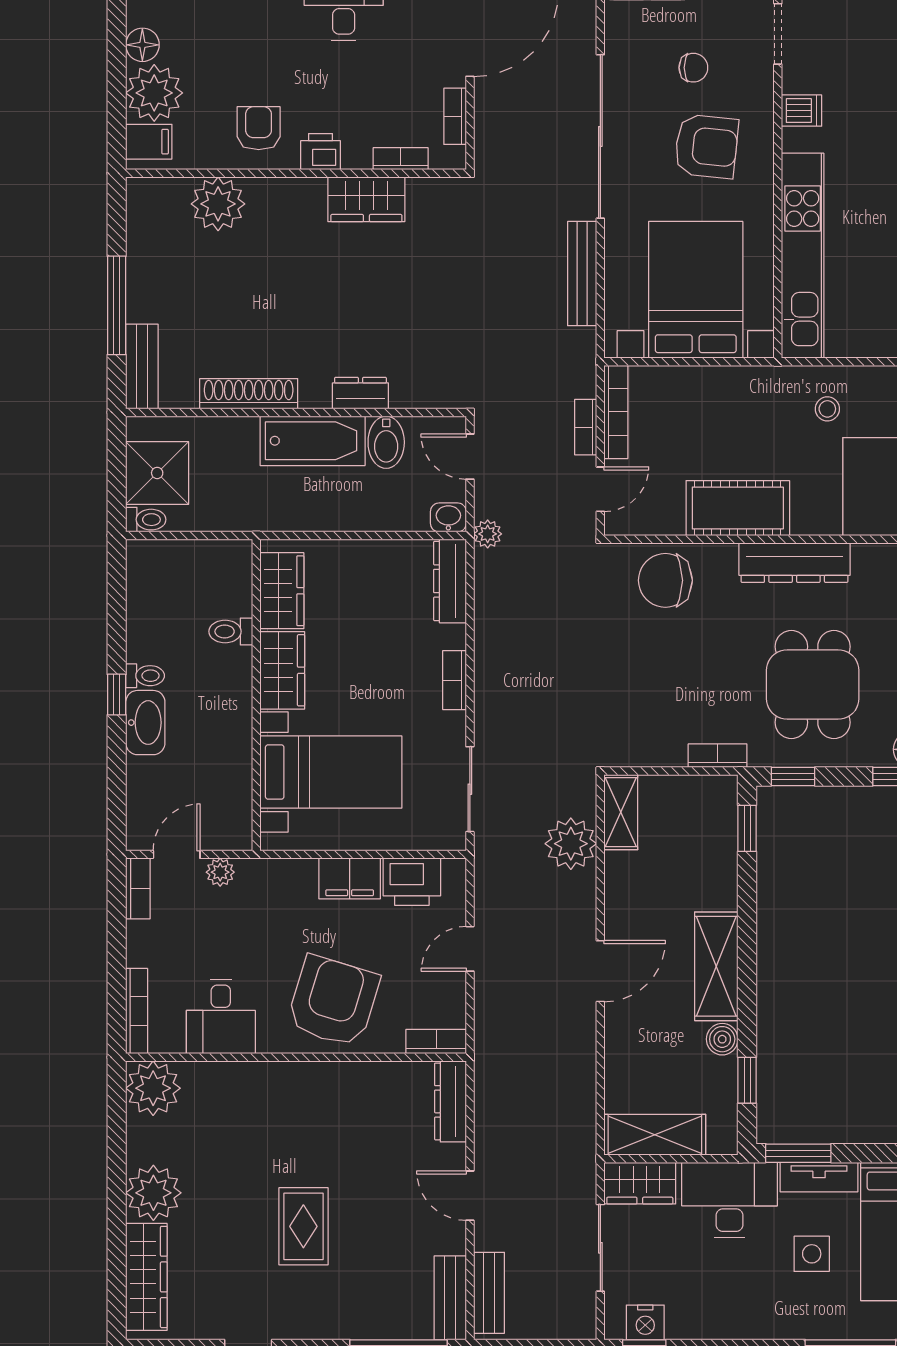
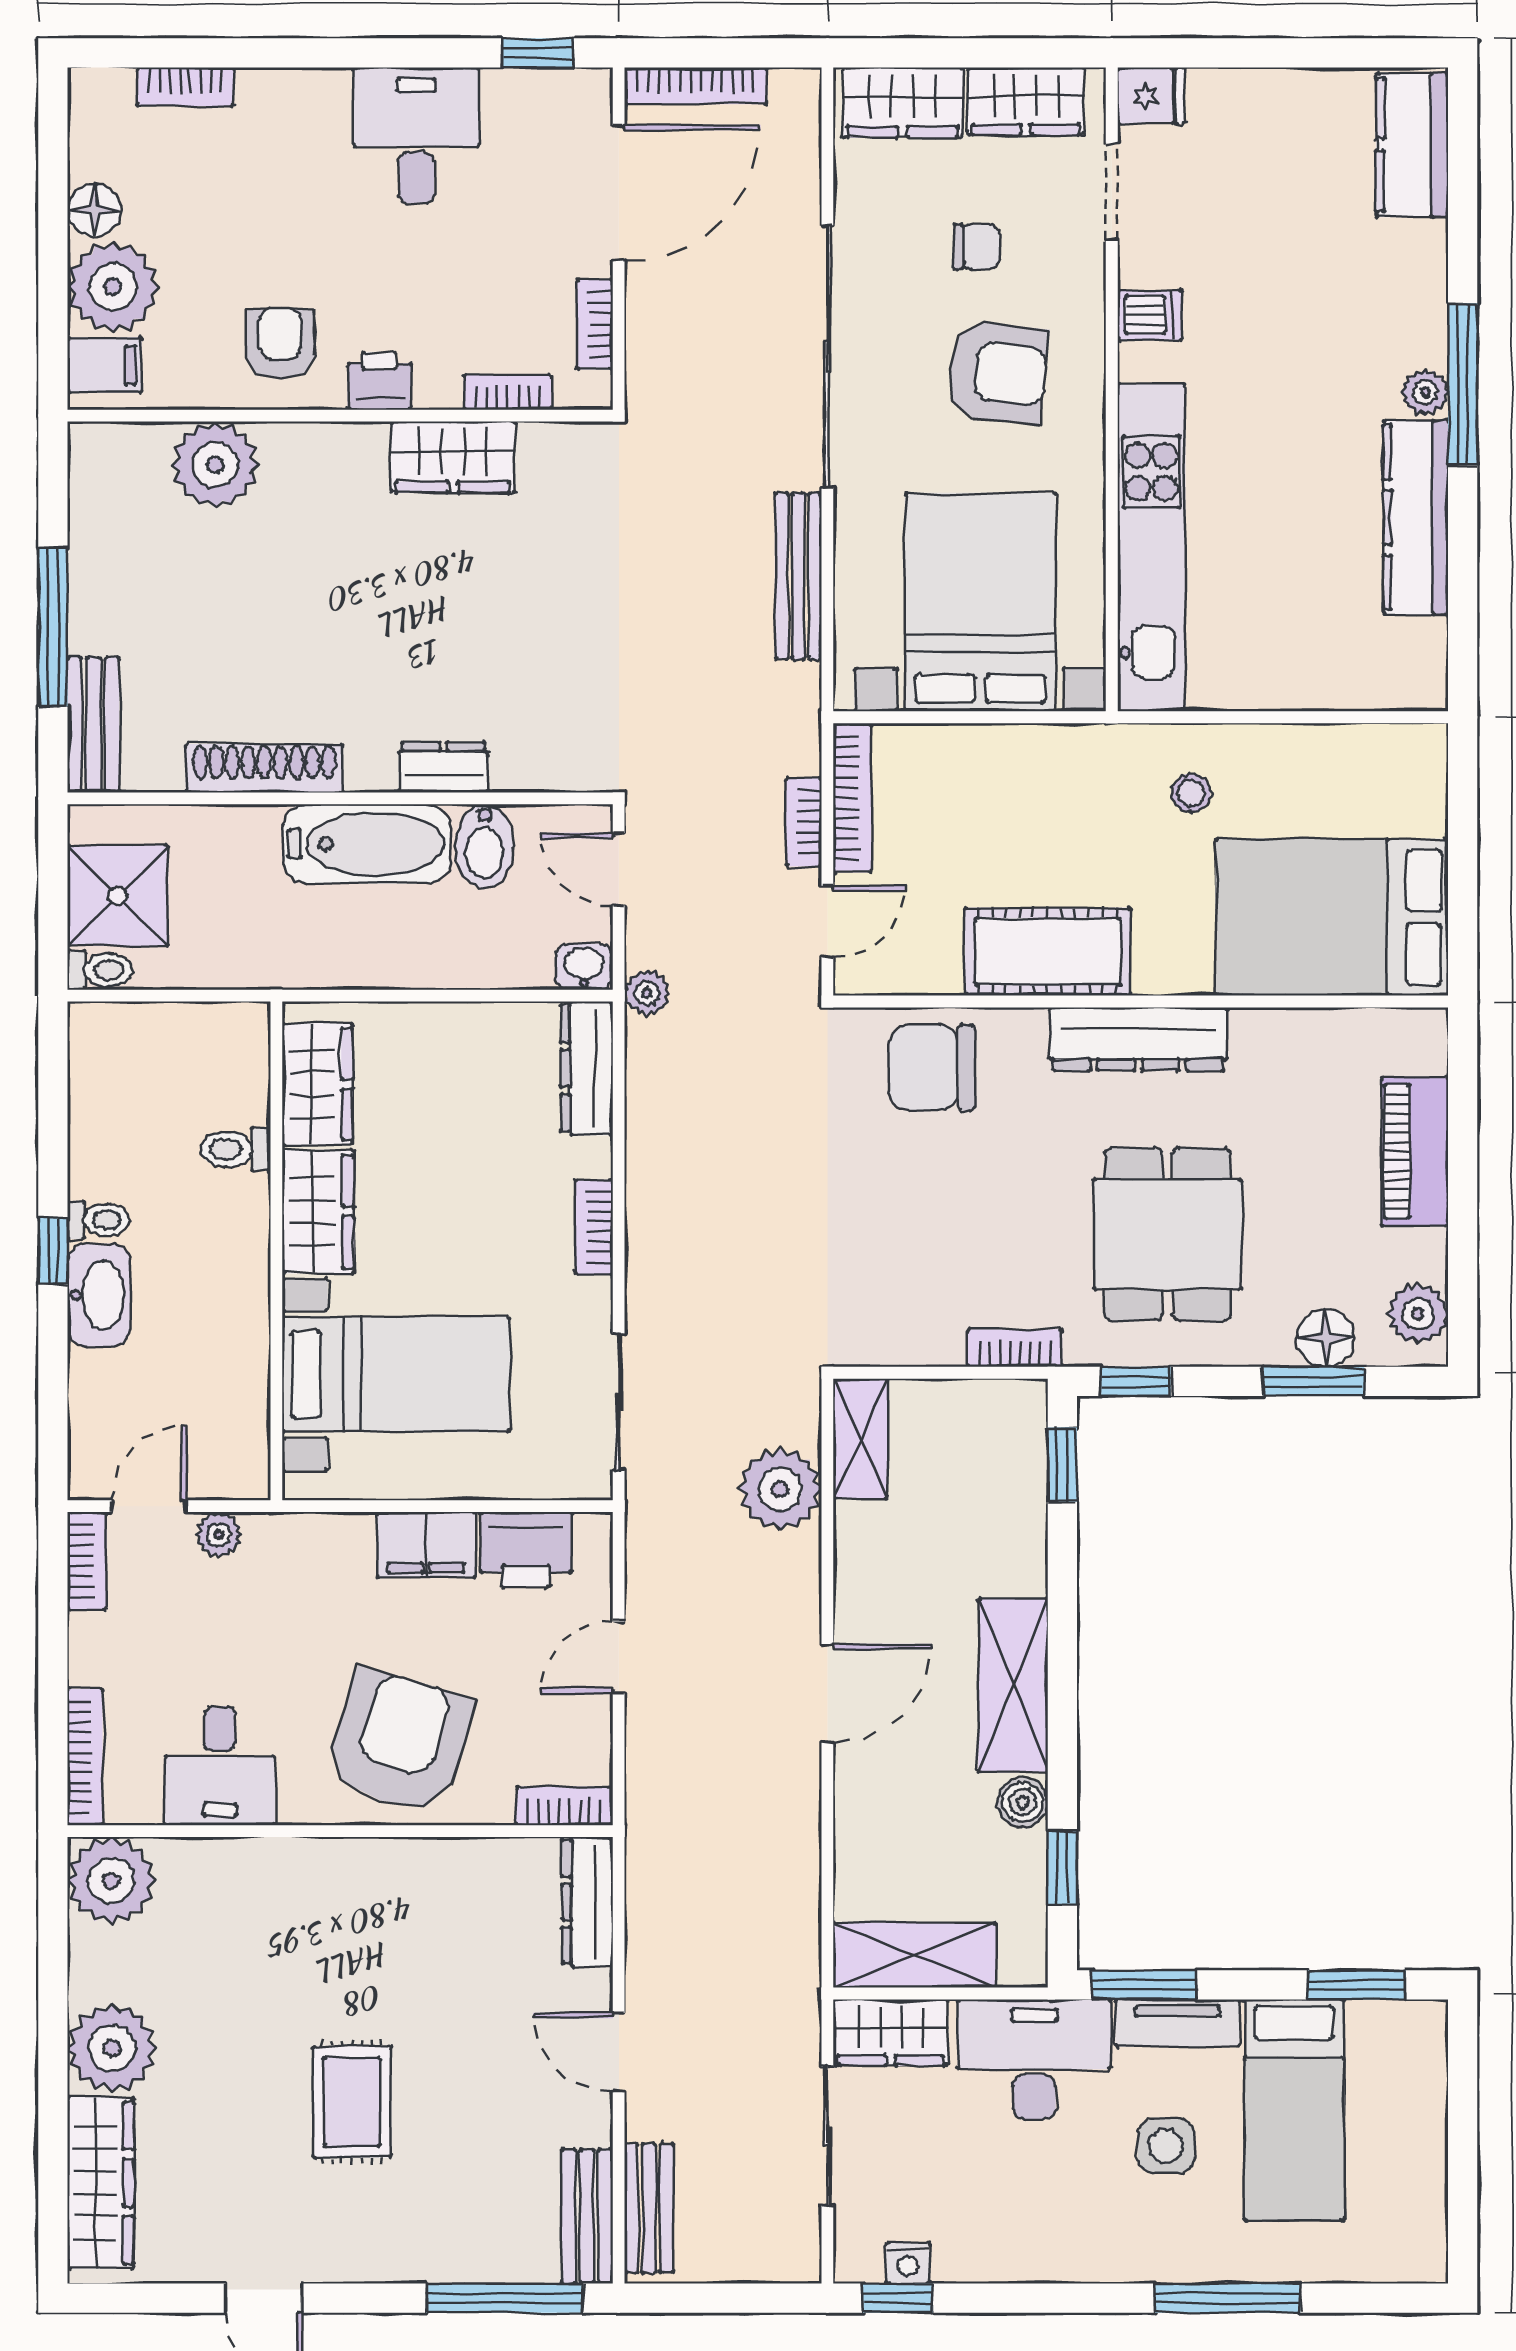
nightstand: (645, 1322) -> (908, 2263), width x0.72, depth x0.74

